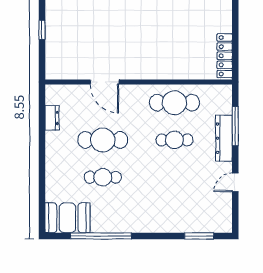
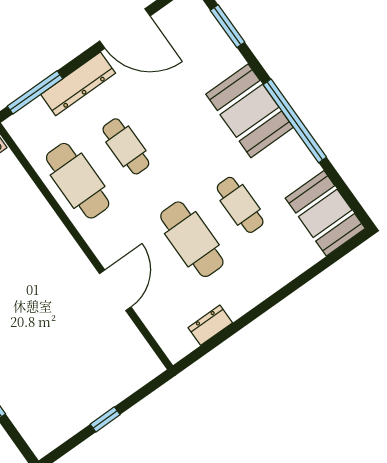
window: (235, 126) -> (35, 92), moved
door: (235, 182) -> (125, 28), width x1.88
booth: (148, 216) -> (250, 111), added
window: (101, 236) -> (295, 121), moved

